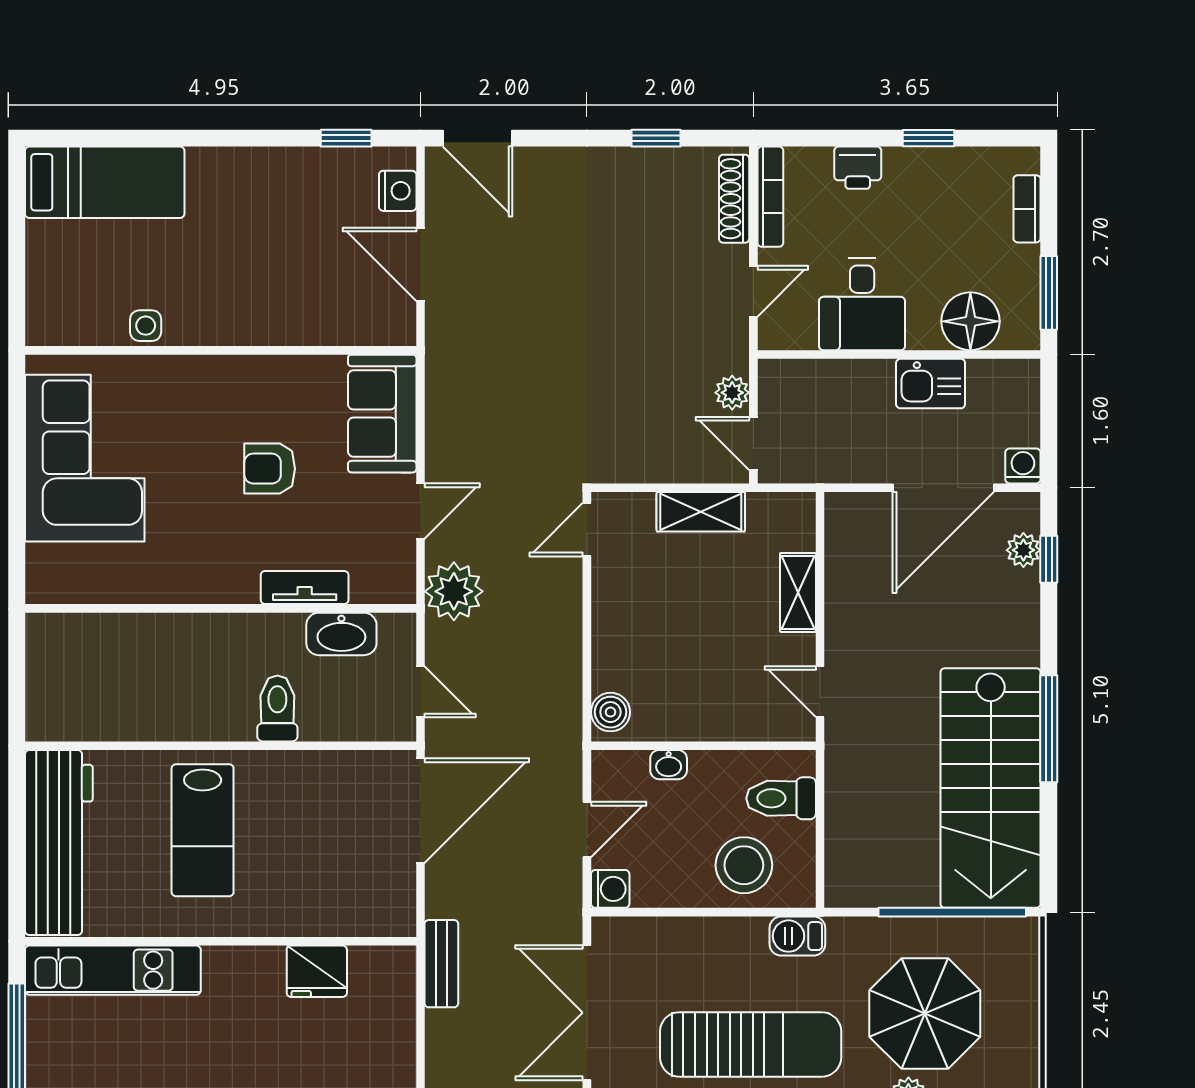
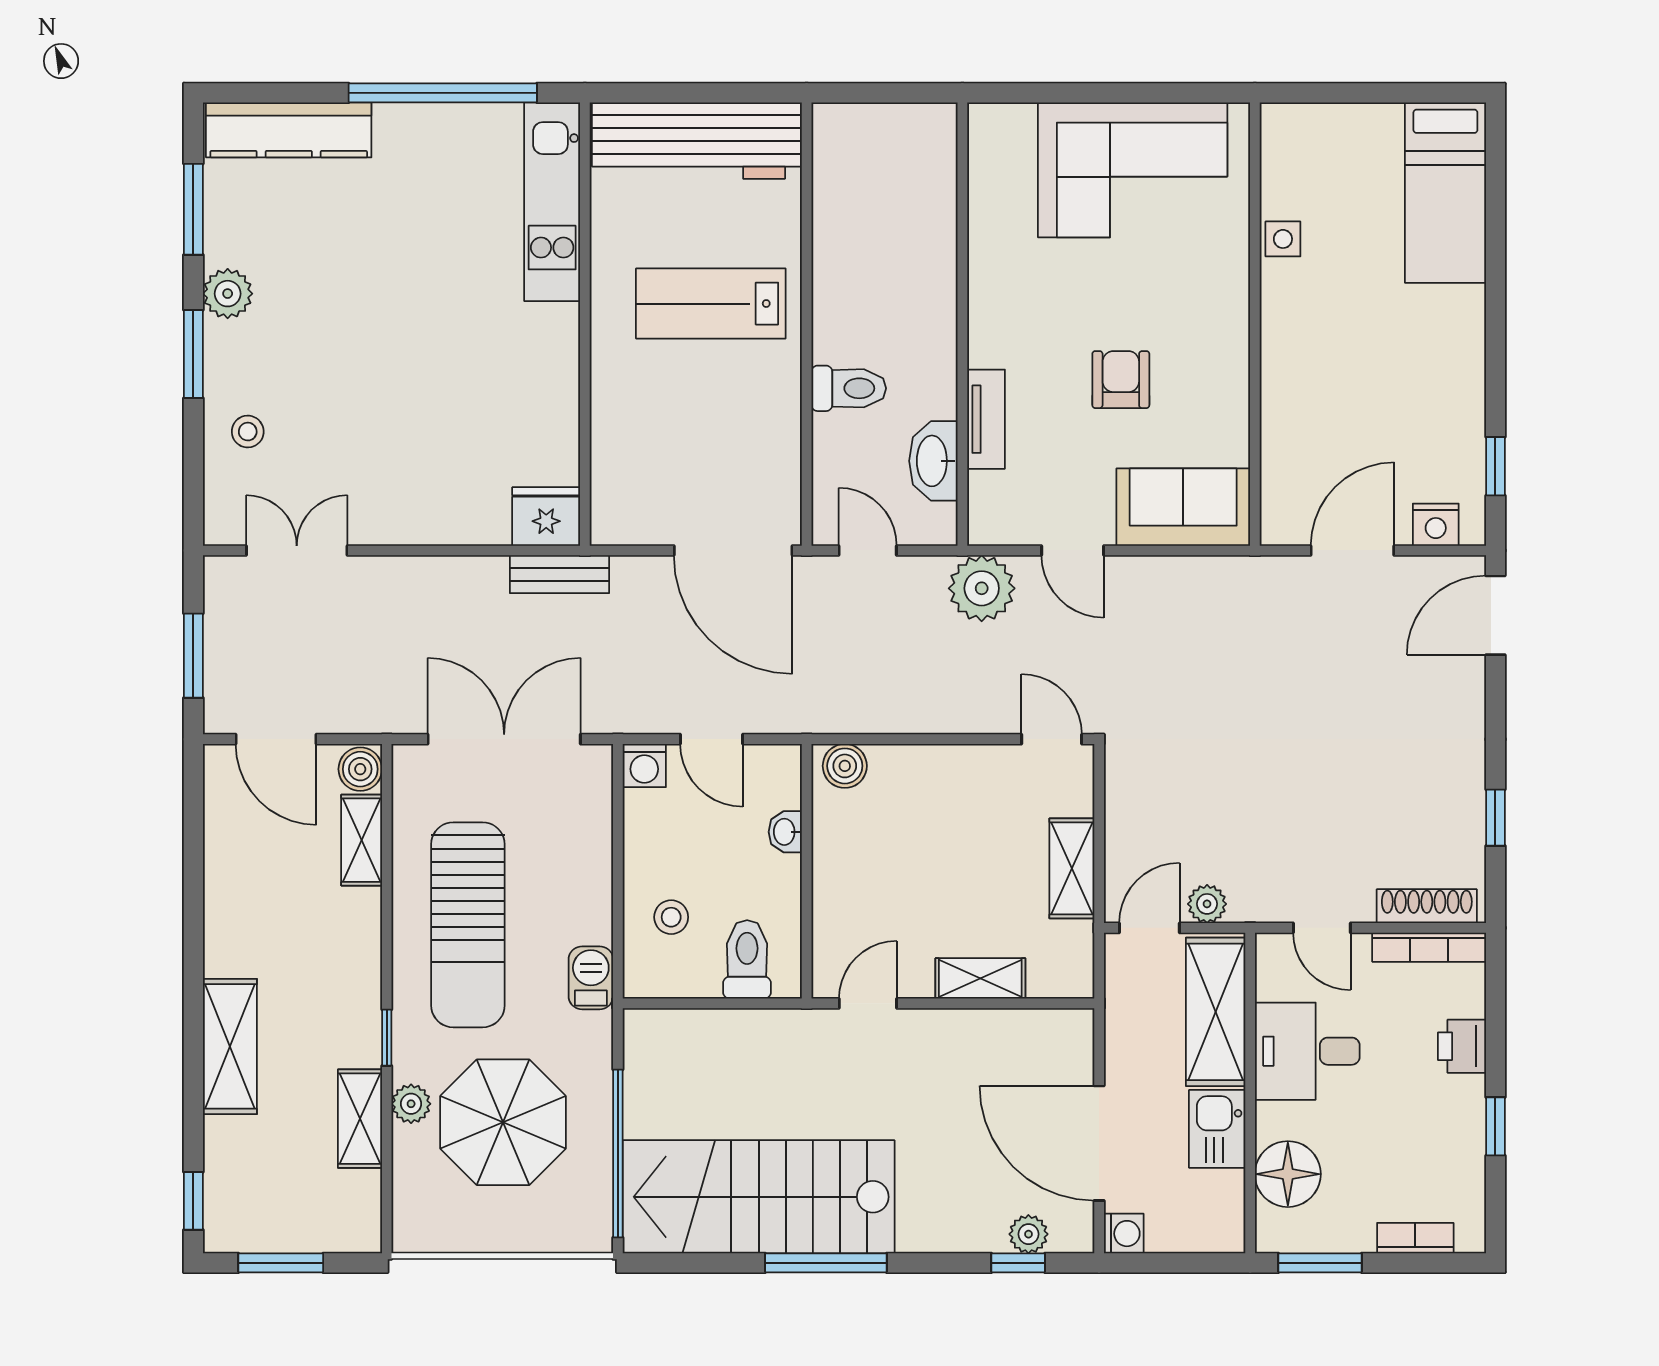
shelving: (827, 385) -> (1216, 1012), added
door: (420, 692) -> (868, 550), swing flipped
stool: (744, 865) -> (671, 917), width x0.53, depth x0.53
fridge: (317, 971) -> (546, 516), moved, turned 90

